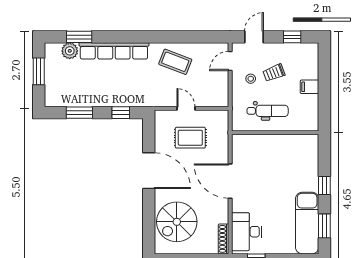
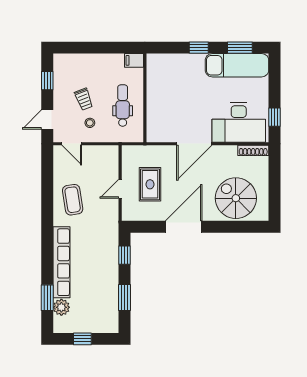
door: (254, 37) -> (47, 119), hinge flipped
coffee table: (175, 62) -> (73, 200), turned -30
window: (39, 71) -> (82, 339), width x0.67
filing cabinet: (310, 87) -> (134, 60), moved, turned 90
spiral stairs: (177, 222) -> (236, 198), turned 180
desk: (247, 232) -> (239, 122), width x1.36, depth x1.30

